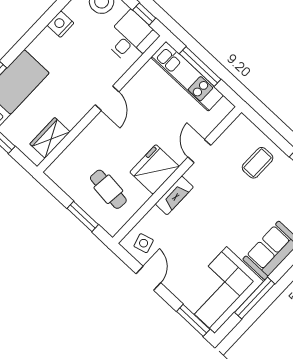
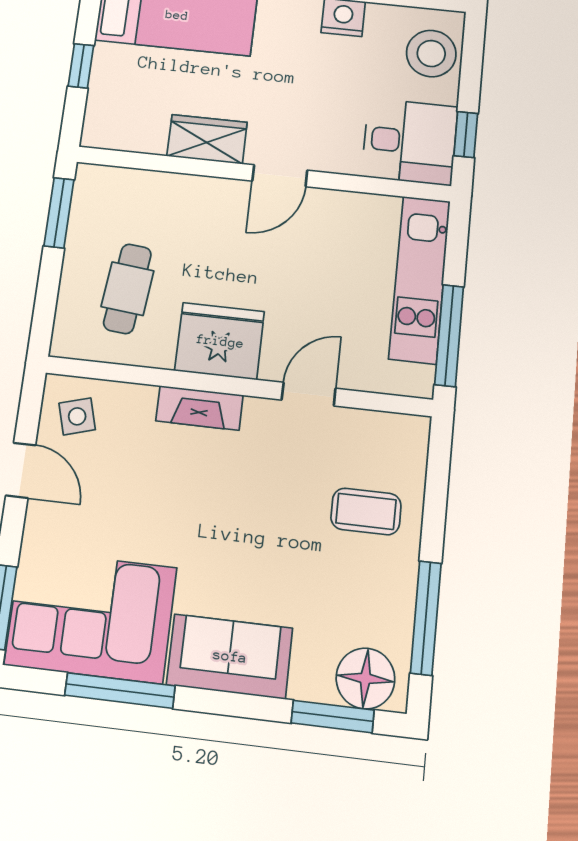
window: (200, 66) -> (449, 335), moved
wardrobe: (50, 138) -> (207, 139), moved
window: (83, 217) -> (59, 213), moved
door: (148, 278) -> (21, 470), hinge flipped

